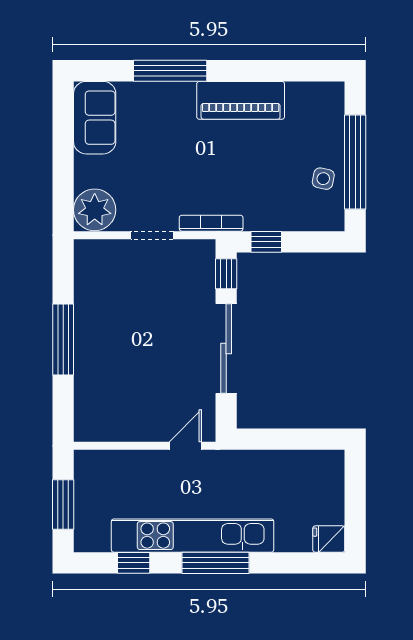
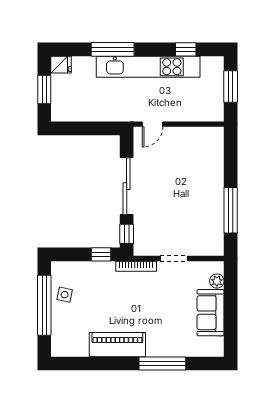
sofa: (95, 118) -> (211, 313), moved
plant: (95, 210) -> (217, 281), width x0.53, depth x0.53
window: (63, 340) -> (231, 210), moved
window: (355, 500) -> (44, 89), added
window: (216, 563) -> (113, 49), moved

